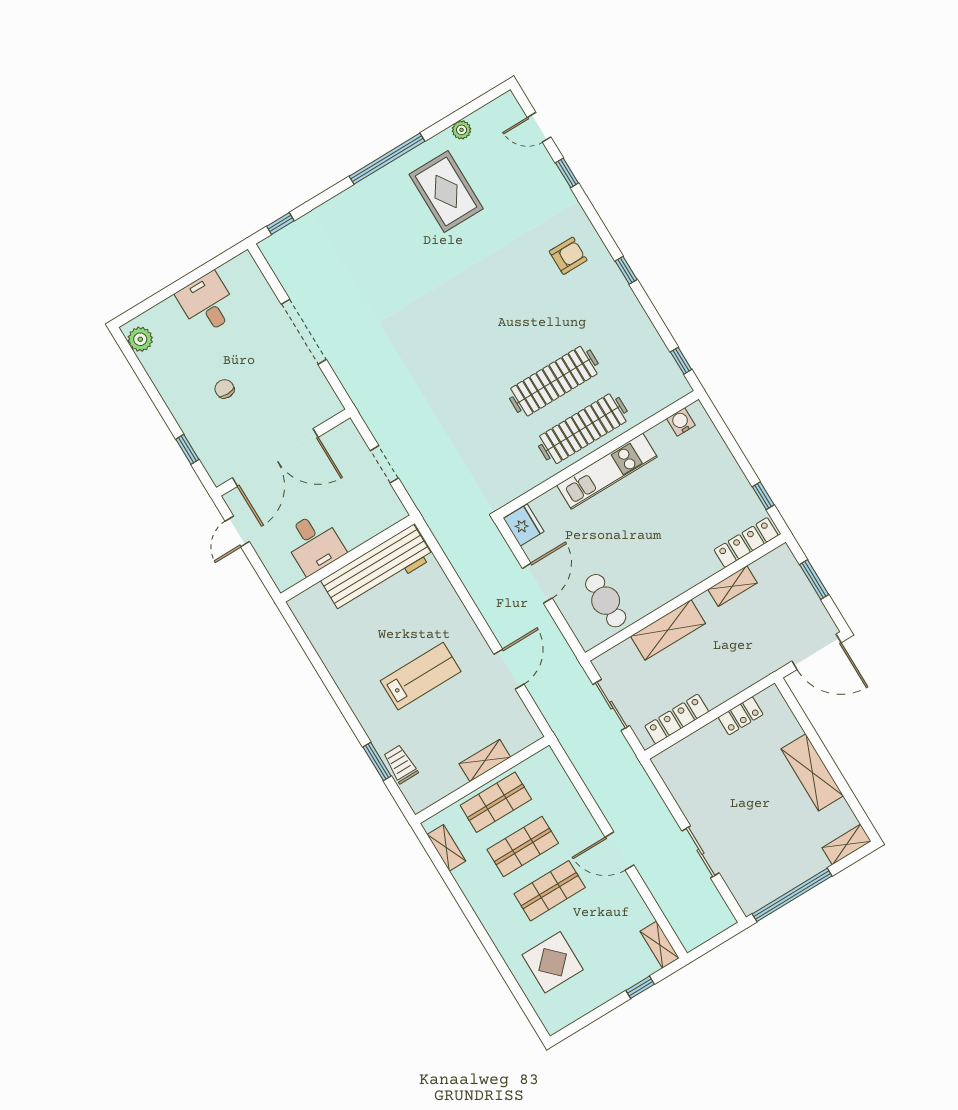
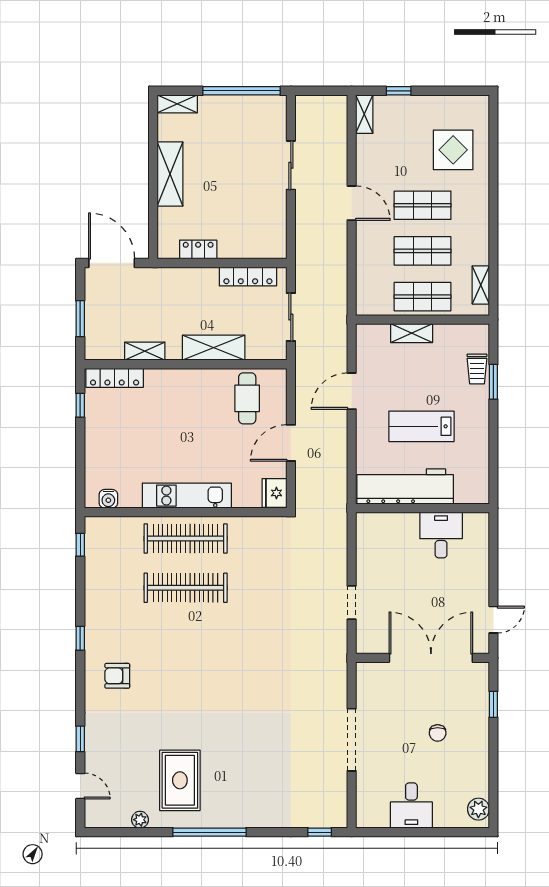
desk: (314, 543) -> (441, 535), moved
wall: (348, 558) -> (423, 508), moved
workbench: (377, 569) -> (405, 486), moved

